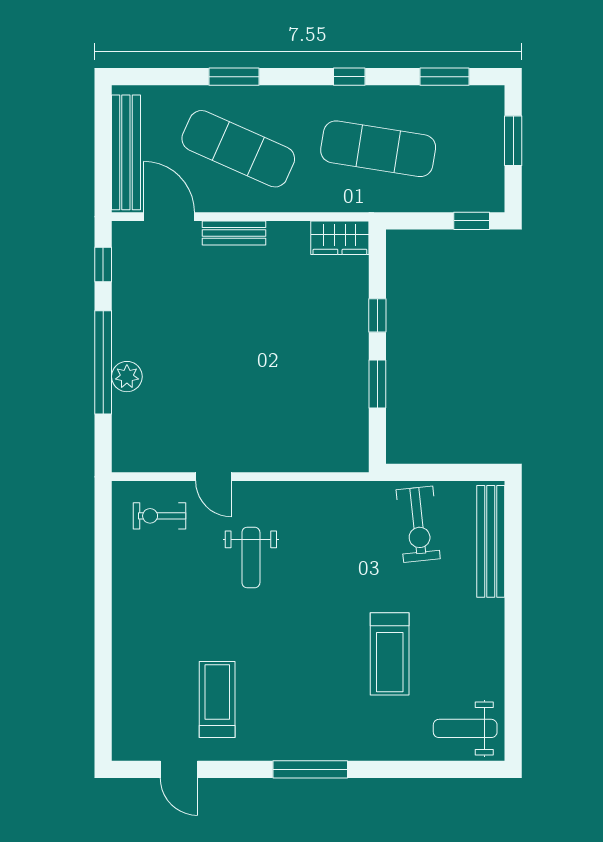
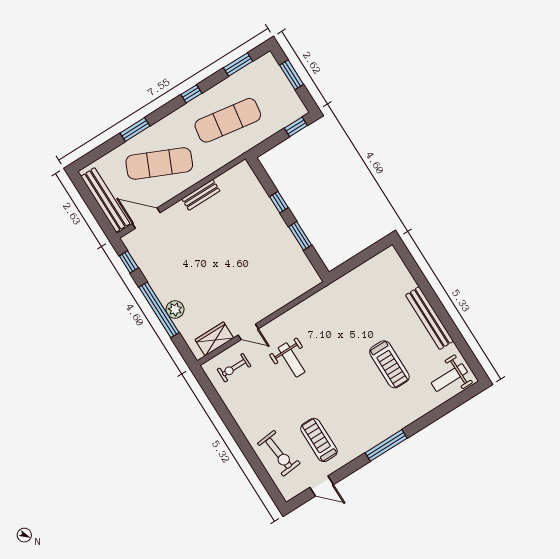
bench: (234, 233) -> (201, 195), moved
wardrobe: (340, 238) -> (214, 339), moved, turned 180
exercise bike: (418, 524) -> (279, 453), moved
bench: (491, 541) -> (429, 318), moved

